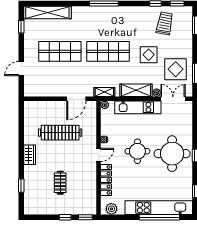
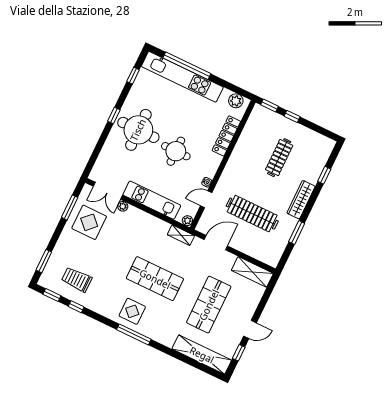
trolley: (165, 23) -> (77, 279), turned 79
shop shelf: (60, 51) -> (209, 305), turned 90
display table: (149, 55) -> (132, 311), moved
door: (21, 69) -> (250, 329), moved
shelving: (136, 90) -> (252, 272), moved
window: (21, 134) -> (297, 232), added
wardrobe: (30, 155) -> (301, 200), width x1.50
door: (99, 155) -> (206, 199), moved
clothes rail: (60, 183) -> (279, 158), width x1.36

